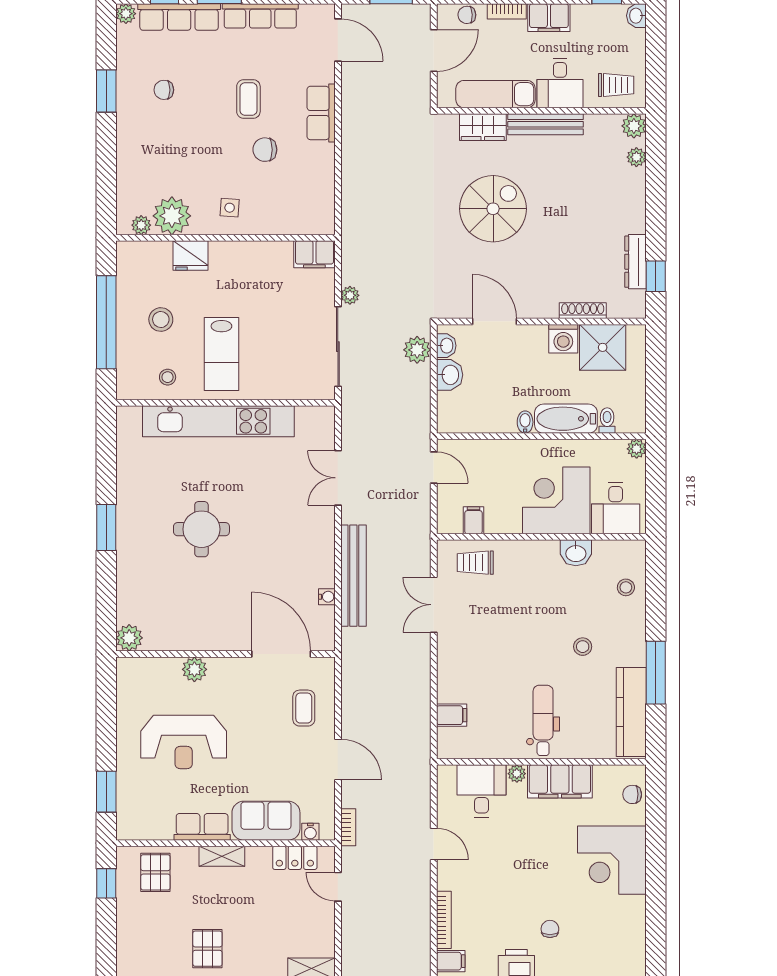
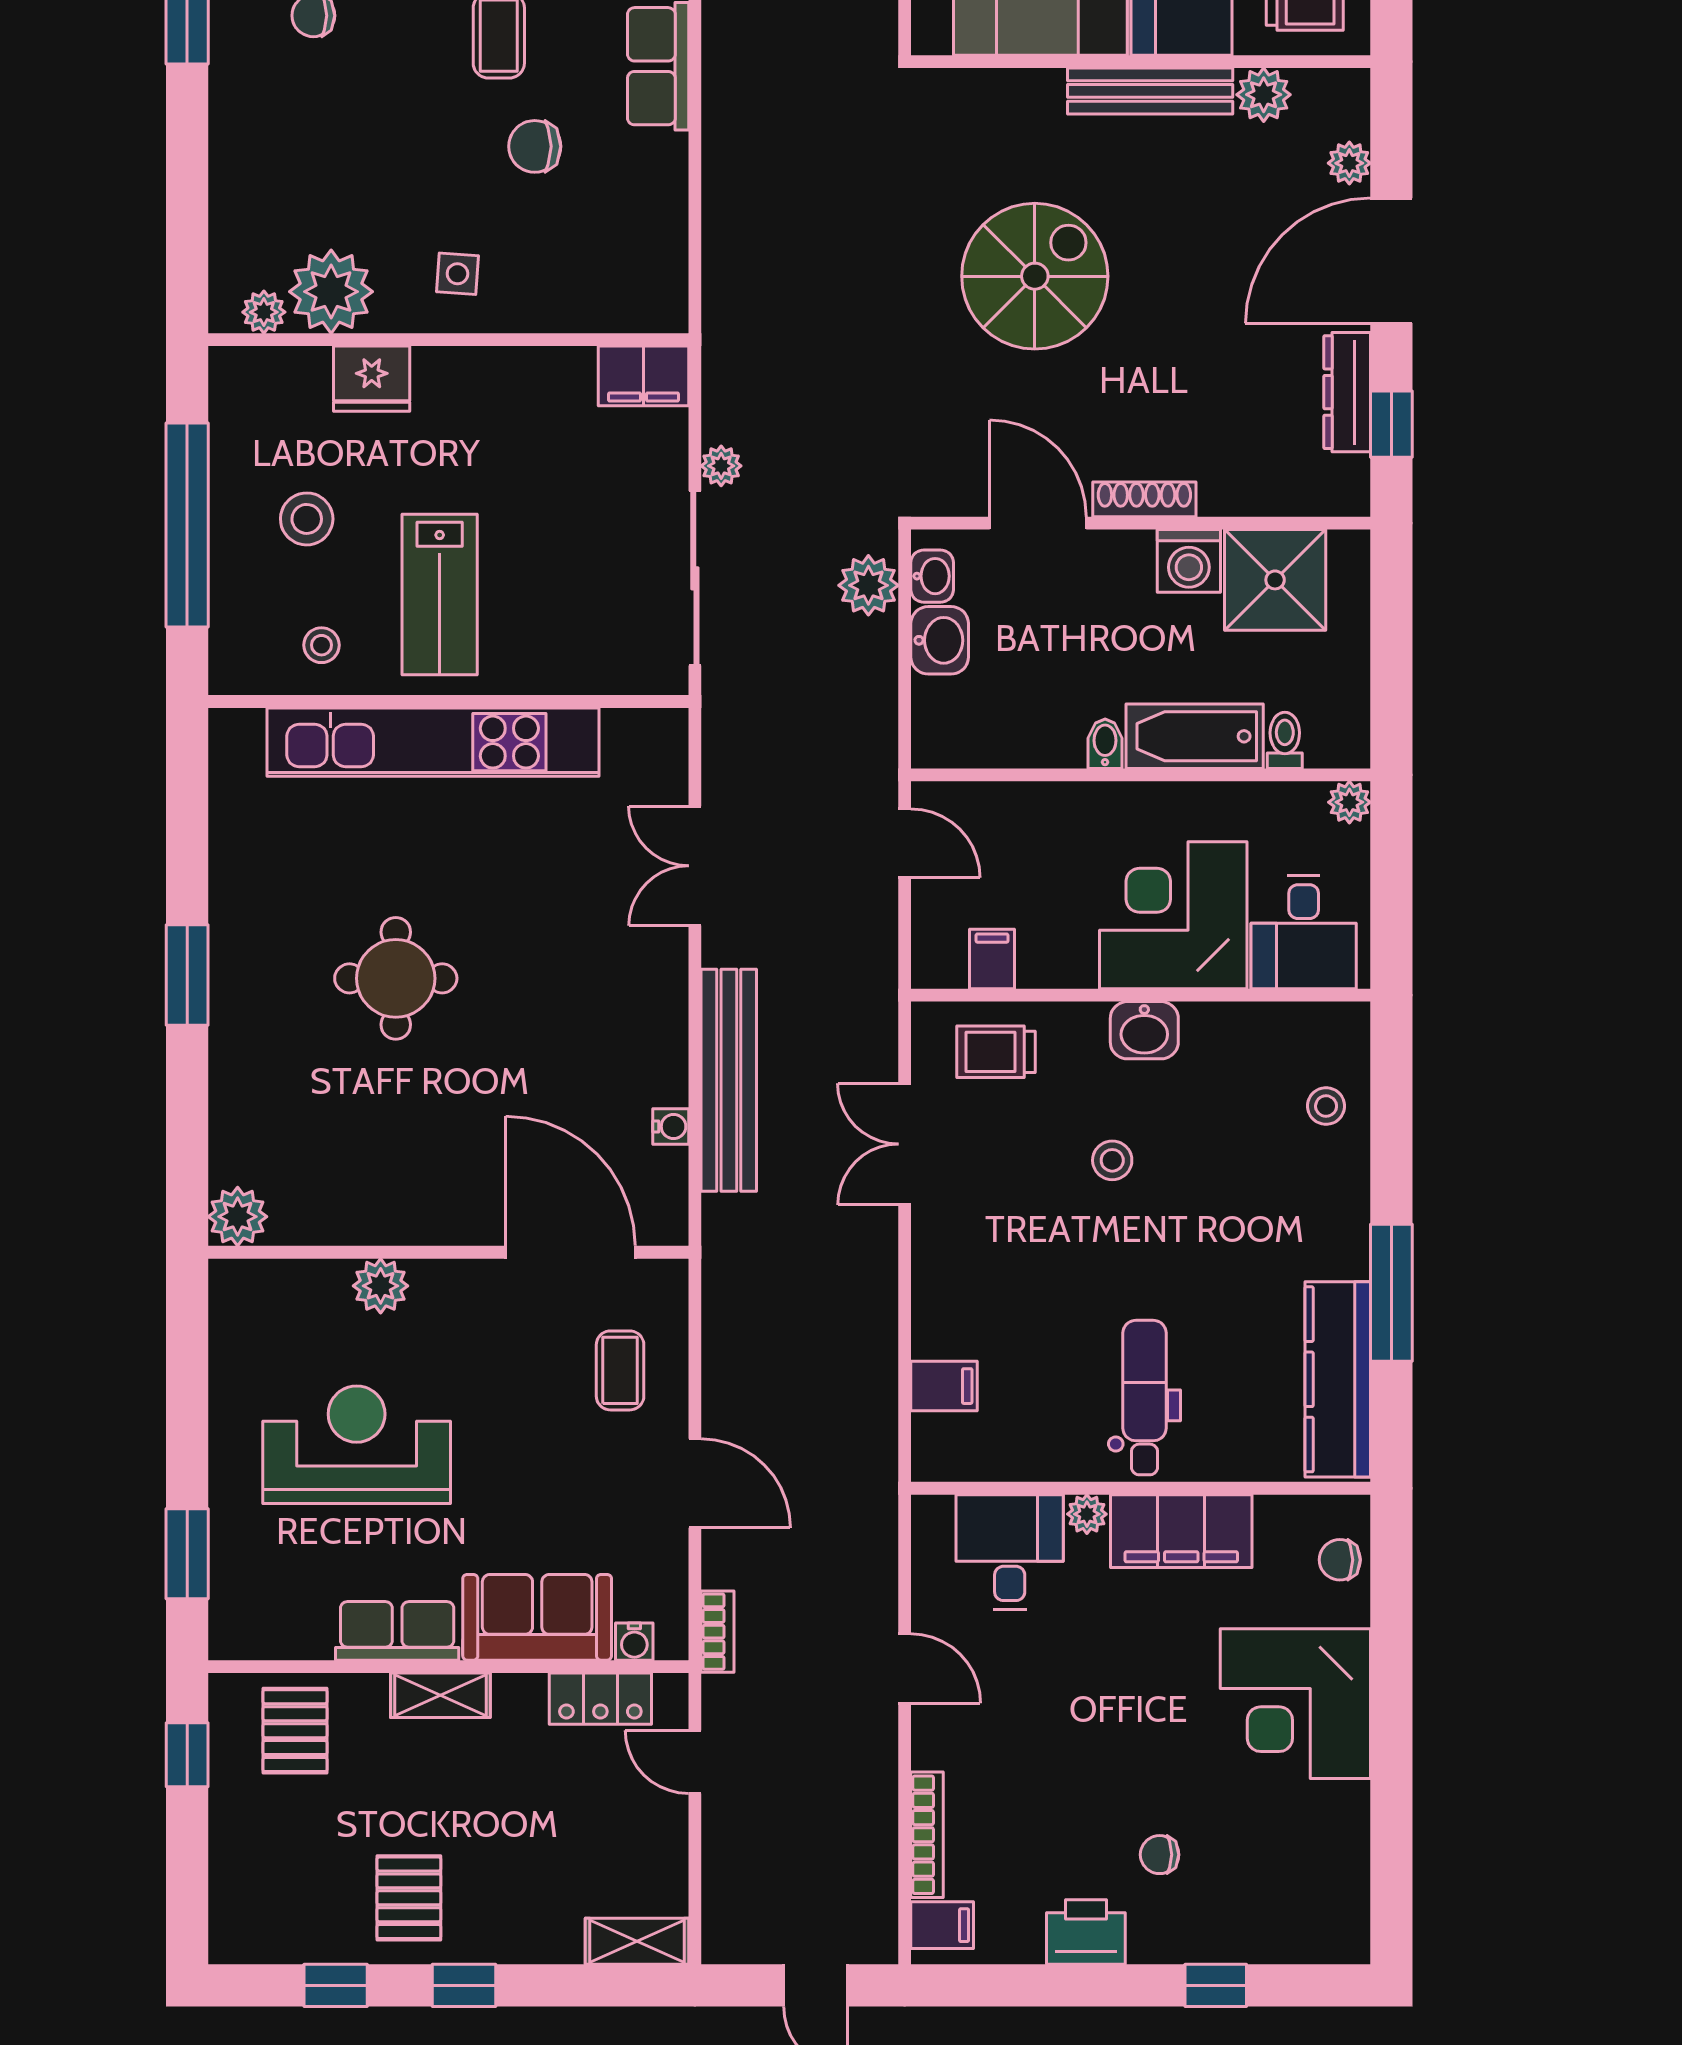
plant: (634, 126) -> (1264, 95), moved
wardrobe: (483, 127) -> (1012, 97), removed
door: (656, 202) -> (1391, 261), added
shoe rack: (583, 311) -> (1144, 499), moved
washbasin: (576, 553) -> (1144, 1030), moved
stool: (583, 647) -> (1112, 1160), moved
reception desk: (184, 742) -> (357, 1445), turned 180
chair: (550, 929) -> (1160, 1855), turned -90

